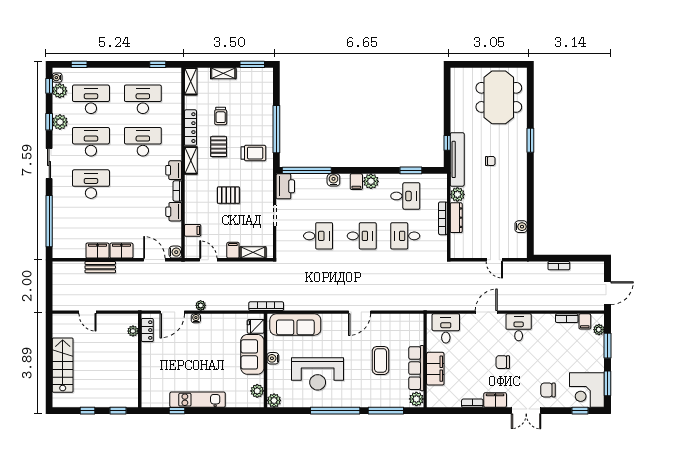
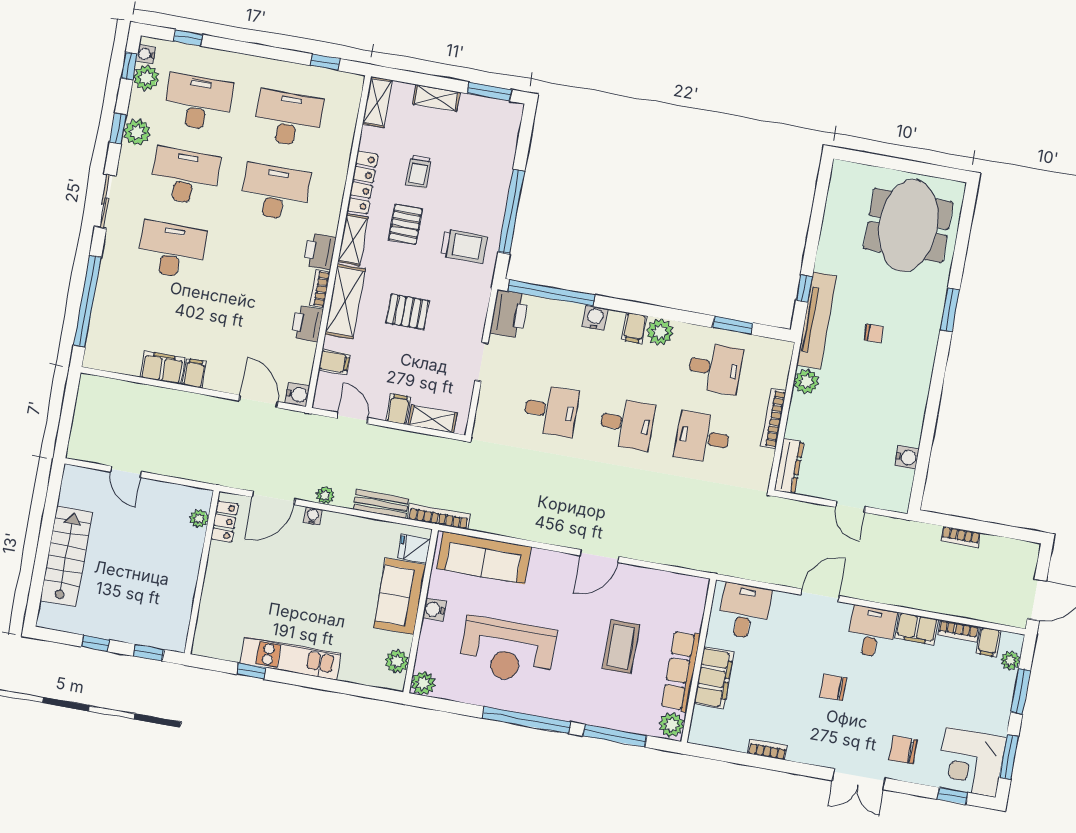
shelving: (193, 196) -> (345, 302), added
dresser: (456, 218) -> (789, 466), moved
filing cabinet: (121, 251) -> (194, 373), width x0.50
bench: (100, 267) -> (381, 504), moved
filing cabinet: (495, 400) -> (917, 629), moved, turned 180

